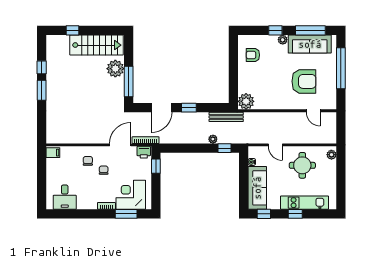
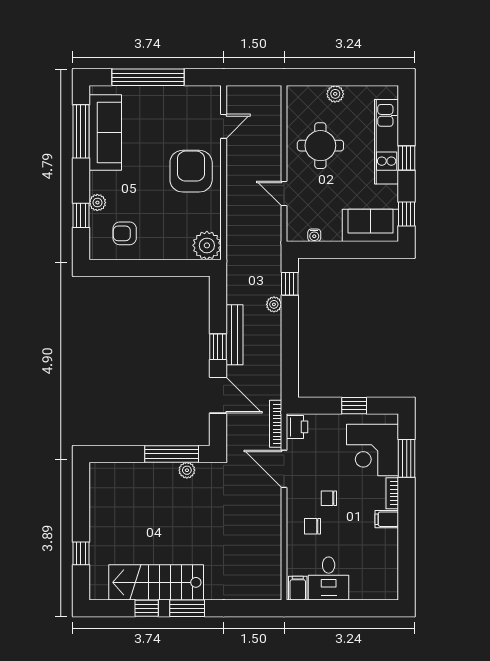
window: (275, 30) -> (81, 215), moved
plant: (283, 40) -> (97, 203), moved
stairs: (97, 45) -> (156, 582), moved, turned -90
armchair: (253, 55) -> (125, 233), turned 90
plant: (115, 69) -> (187, 470), moved, width x0.53, depth x0.53
armchair: (304, 81) -> (191, 171), moved
bench: (226, 117) -> (234, 335), moved
door: (275, 145) -> (284, 194), swing flipped
plant: (331, 155) -> (335, 94), moved
window: (156, 166) -> (354, 406), moved
sofa: (257, 188) -> (370, 225), width x0.73
desk: (65, 197) -> (329, 579), moved, turned 90
filing cabinet: (92, 203) -> (387, 519), added

